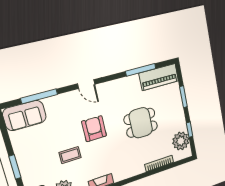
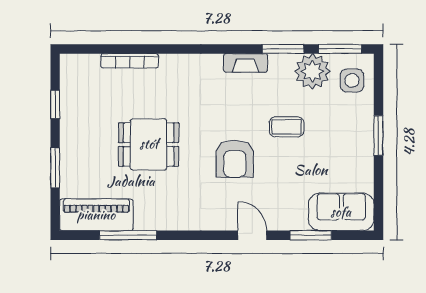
door: (86, 84) -> (252, 235), moved
window: (39, 96) -> (311, 235), width x0.69
plant: (181, 141) -> (77, 89), removed

